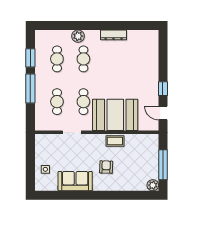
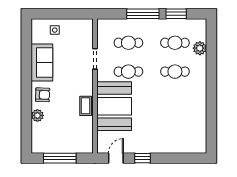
dresser: (114, 35) -> (201, 104), removed
plant: (78, 36) -> (200, 48), moved
armchair: (106, 167) -> (43, 95), moved
plant: (153, 185) -> (37, 115), moved

